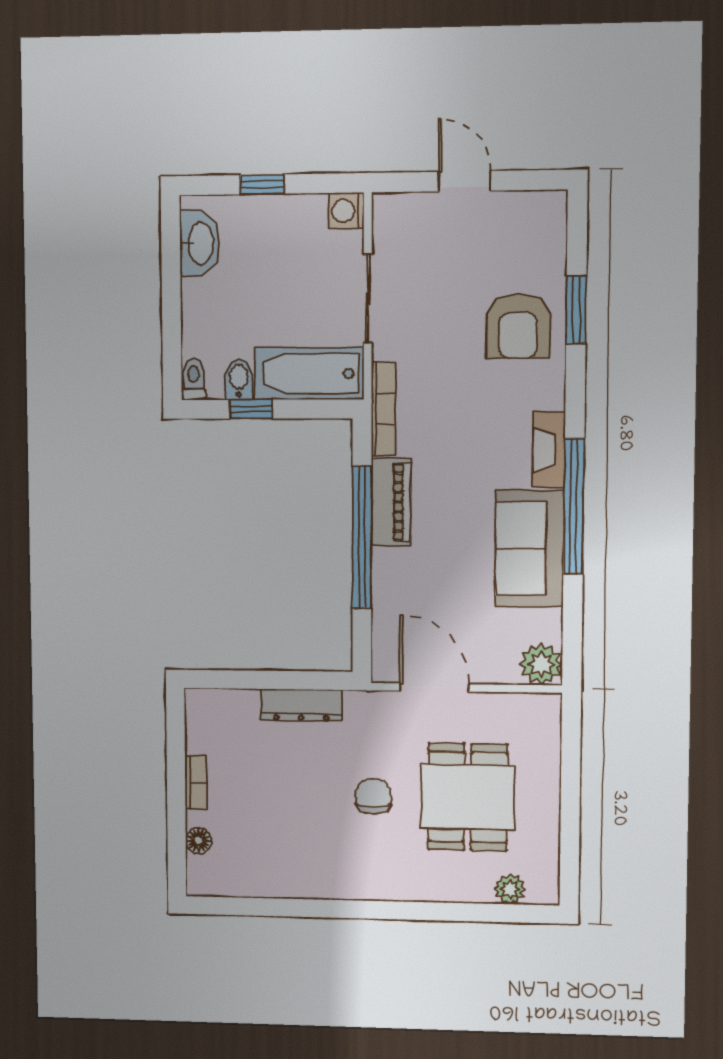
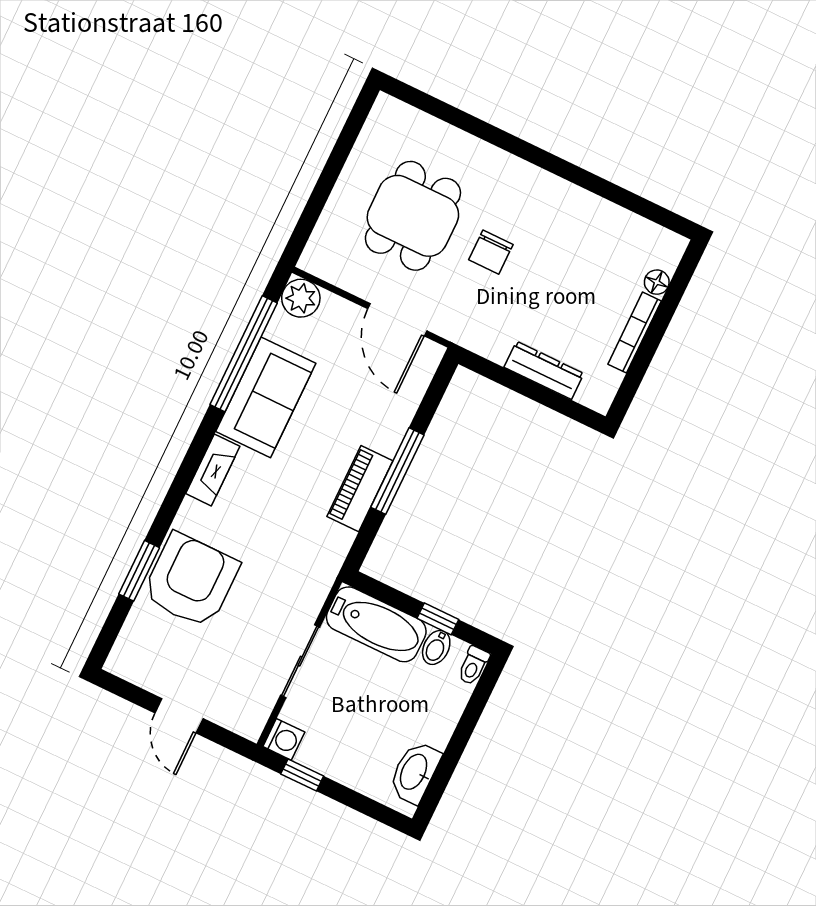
window: (262, 184) -> (302, 775), moved
armchair: (518, 326) -> (191, 580), width x1.36, depth x1.36
bookcase: (383, 409) -> (330, 567), removed
window: (574, 506) -> (244, 354), moved
window: (362, 537) -> (397, 471), width x0.68
dresser: (301, 705) -> (544, 370), moved
bookcase: (196, 782) -> (635, 333), width x1.56
plant: (510, 889) -> (415, 122), removed

